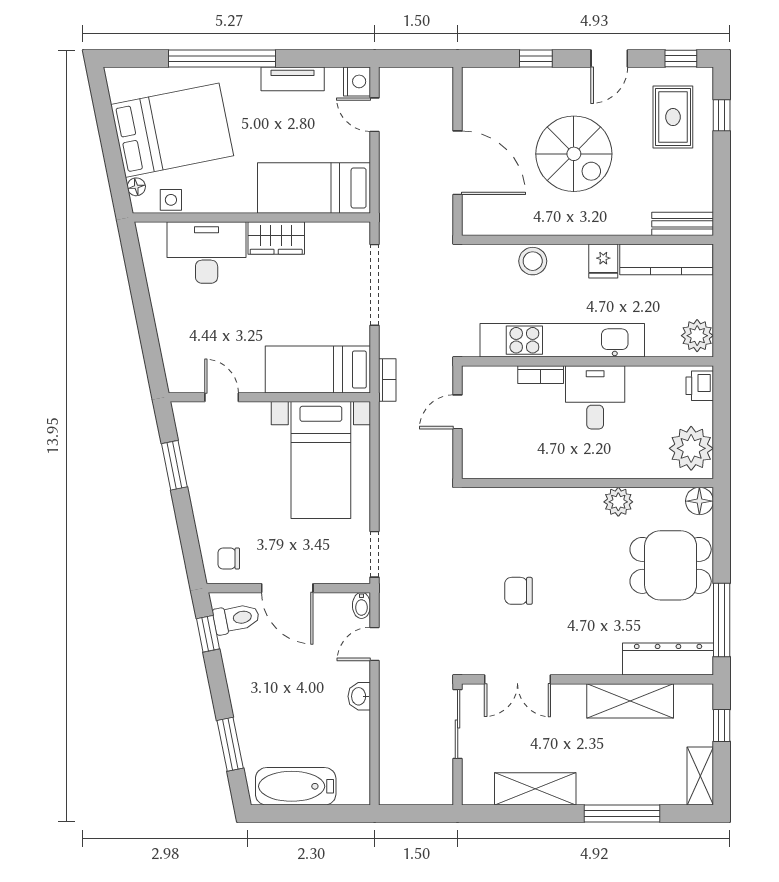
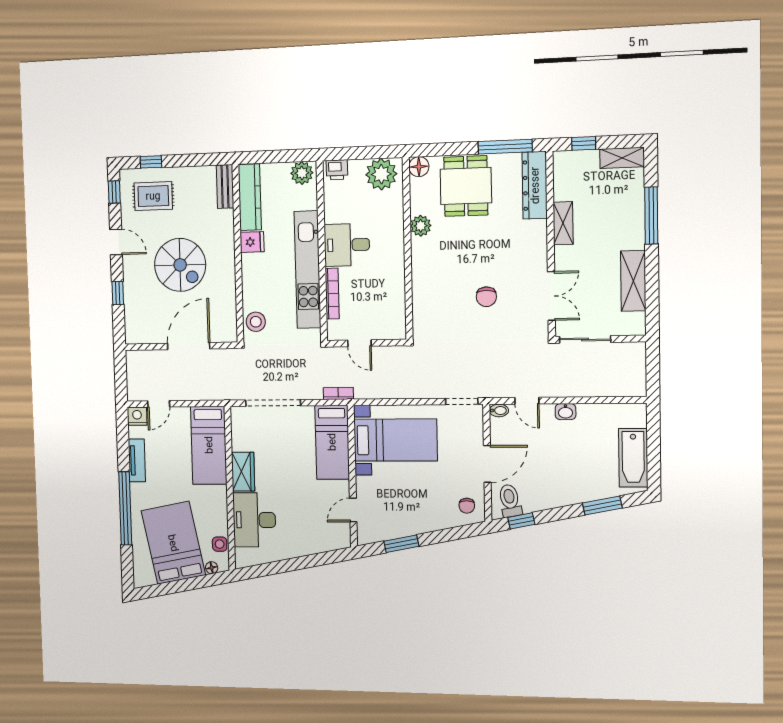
spiral stairs: (574, 154) -> (180, 265), turned 90
stool: (533, 261) -> (256, 322), moved
bookcase: (541, 375) -> (332, 294), width x1.56
shelving: (630, 701) -> (563, 223), width x0.67, depth x0.75

